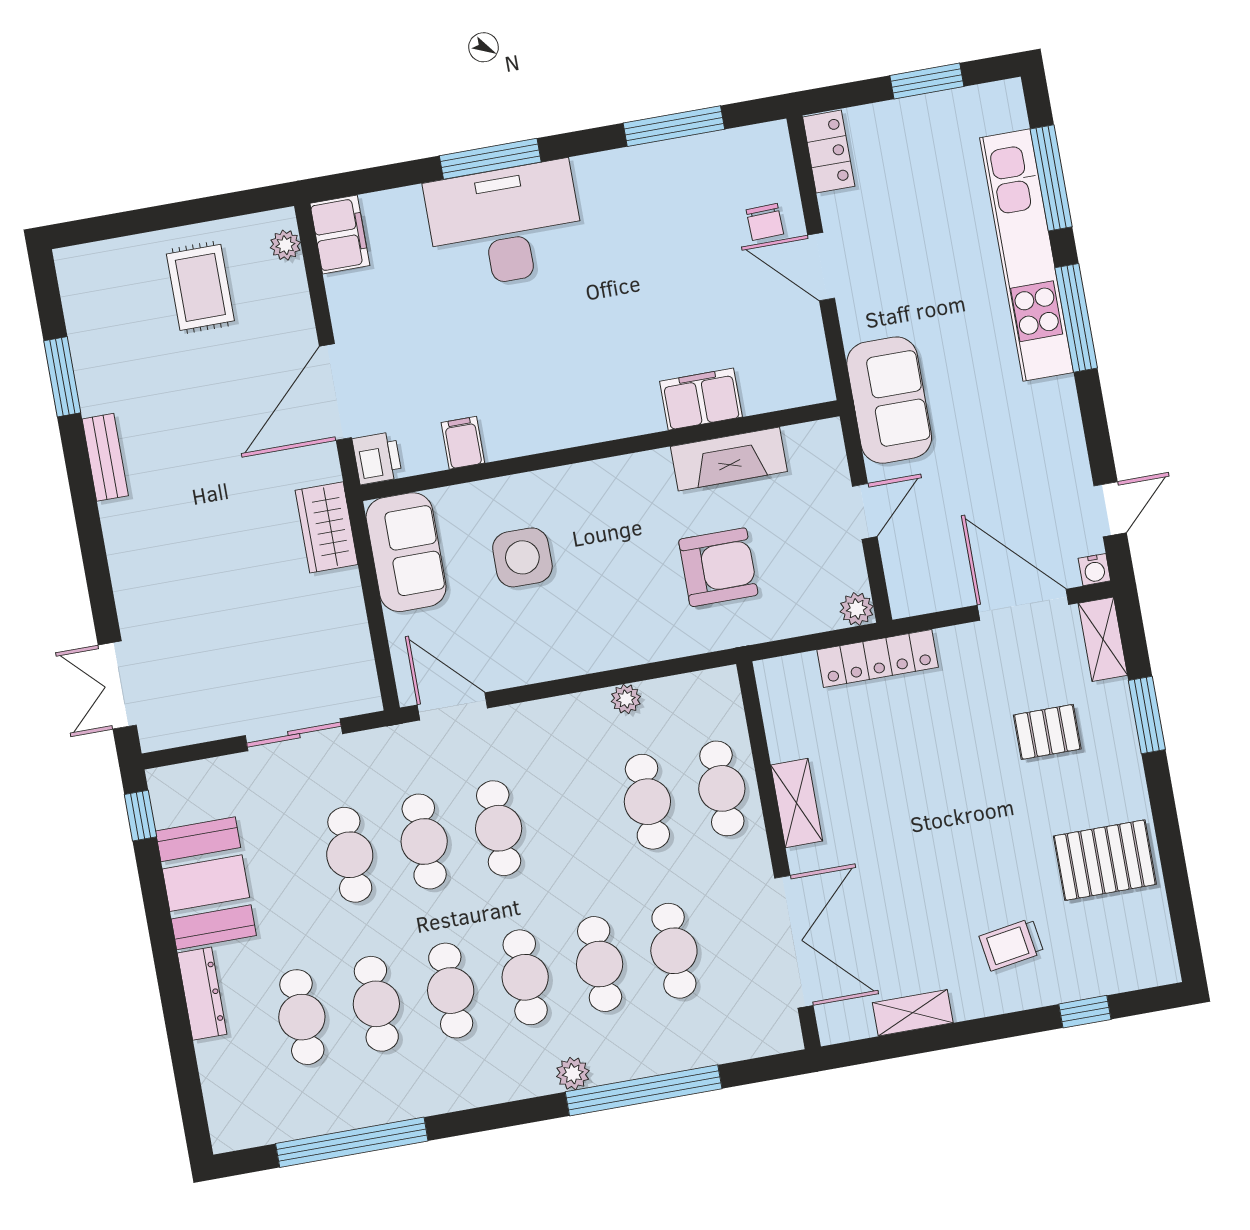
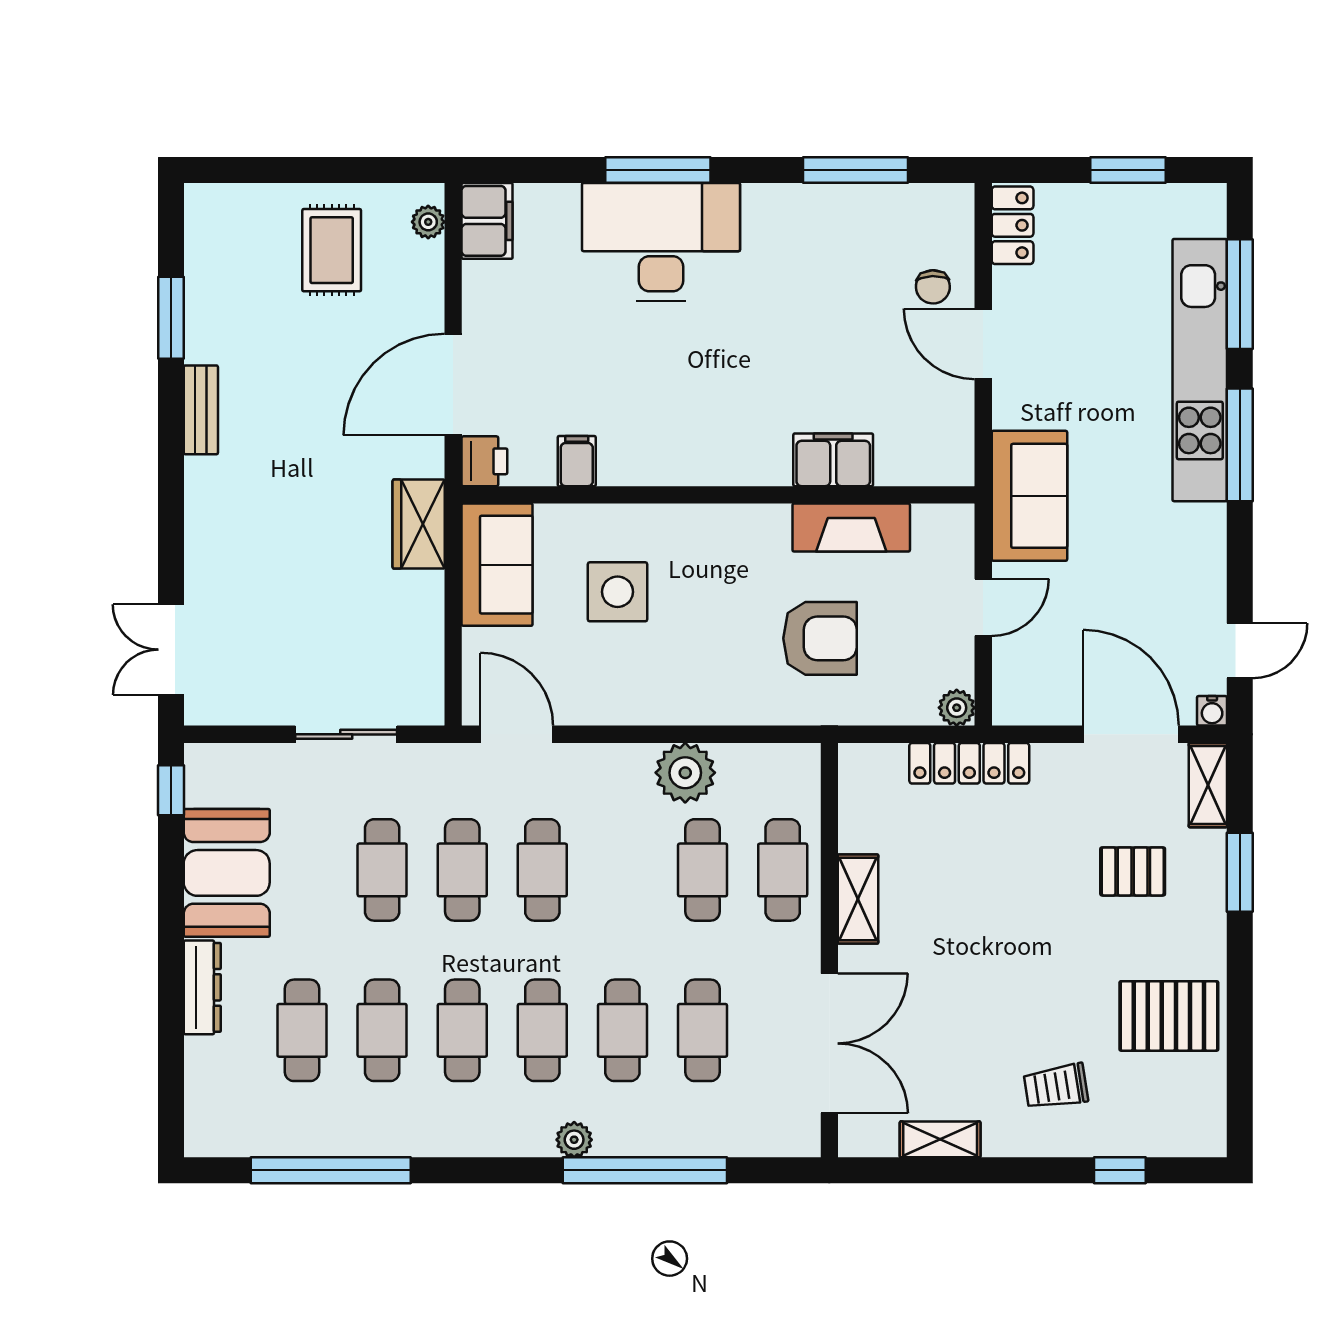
plant: (626, 699) -> (685, 773), width x1.88, depth x1.88

